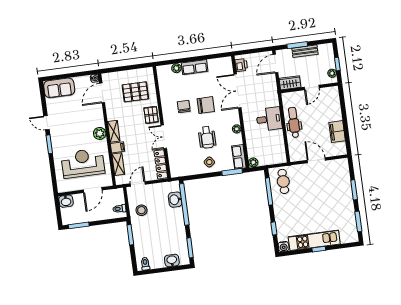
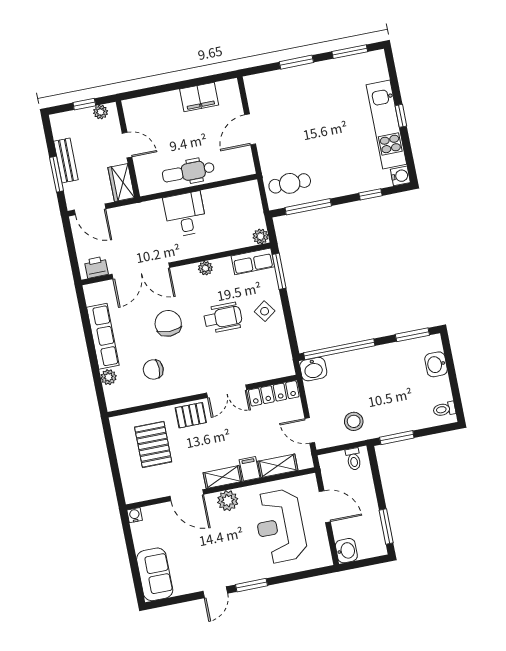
row of seats: (195, 67) -> (103, 336), width x1.48
door: (102, 93) -> (187, 495), moved
chair: (184, 106) -> (153, 369), moved
washbasin: (175, 200) -> (313, 369), moved

